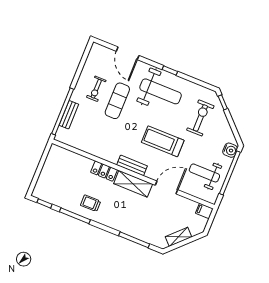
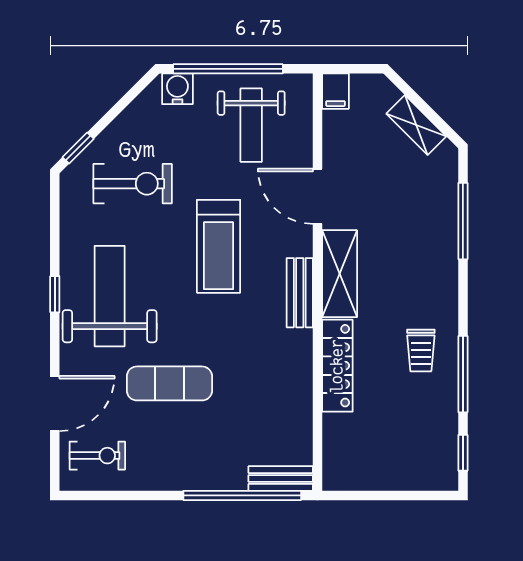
exercise bike: (96, 89) -> (97, 456), moved
bench: (69, 115) -> (281, 478), moved
exercise bike: (200, 118) -> (133, 184), turned 180
locker: (104, 171) -> (337, 366), width x1.53

